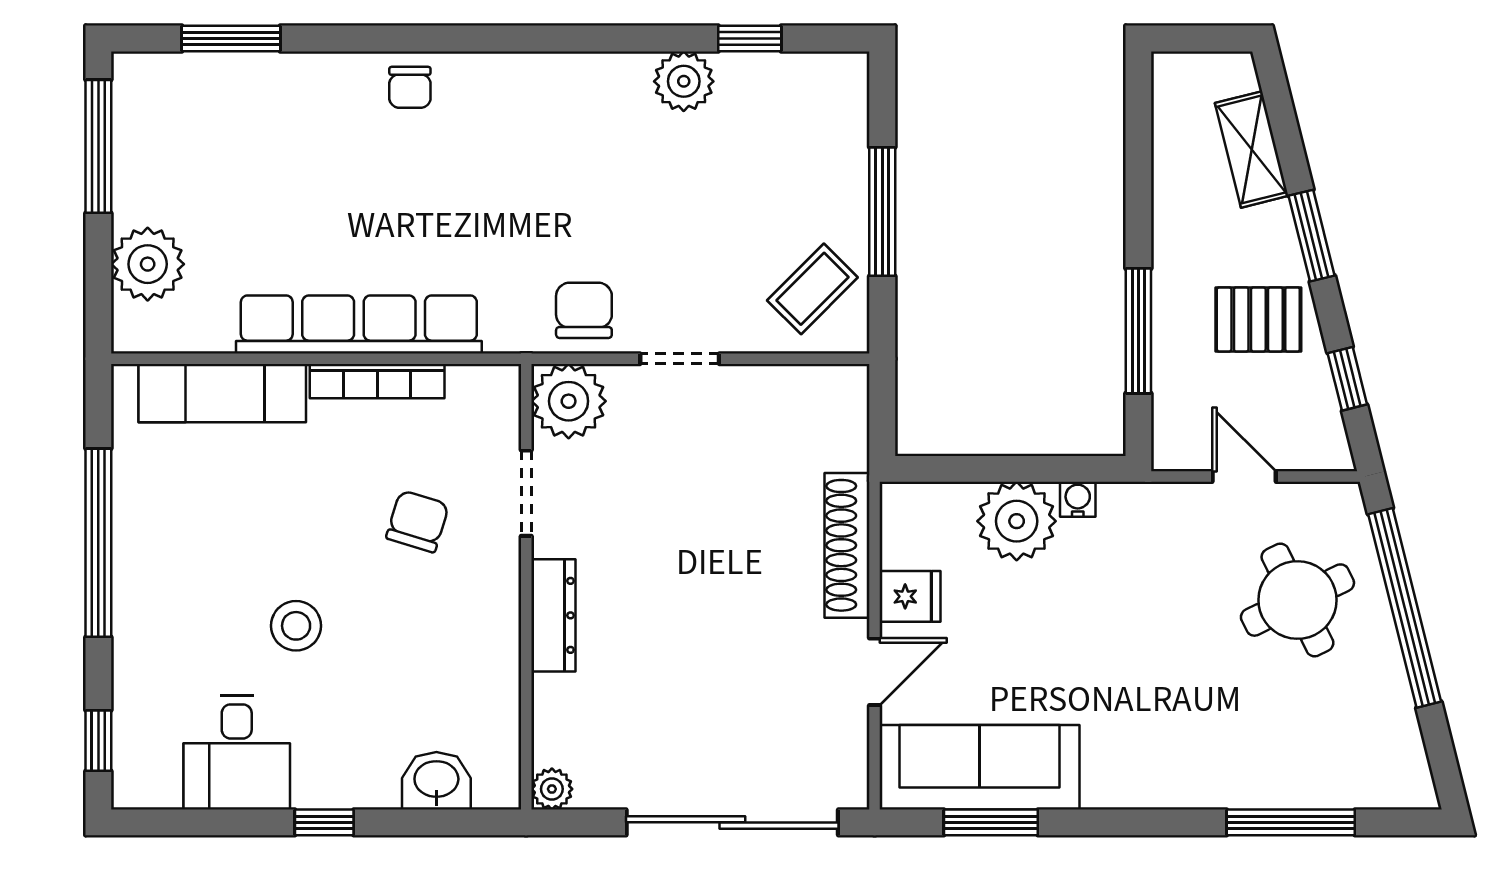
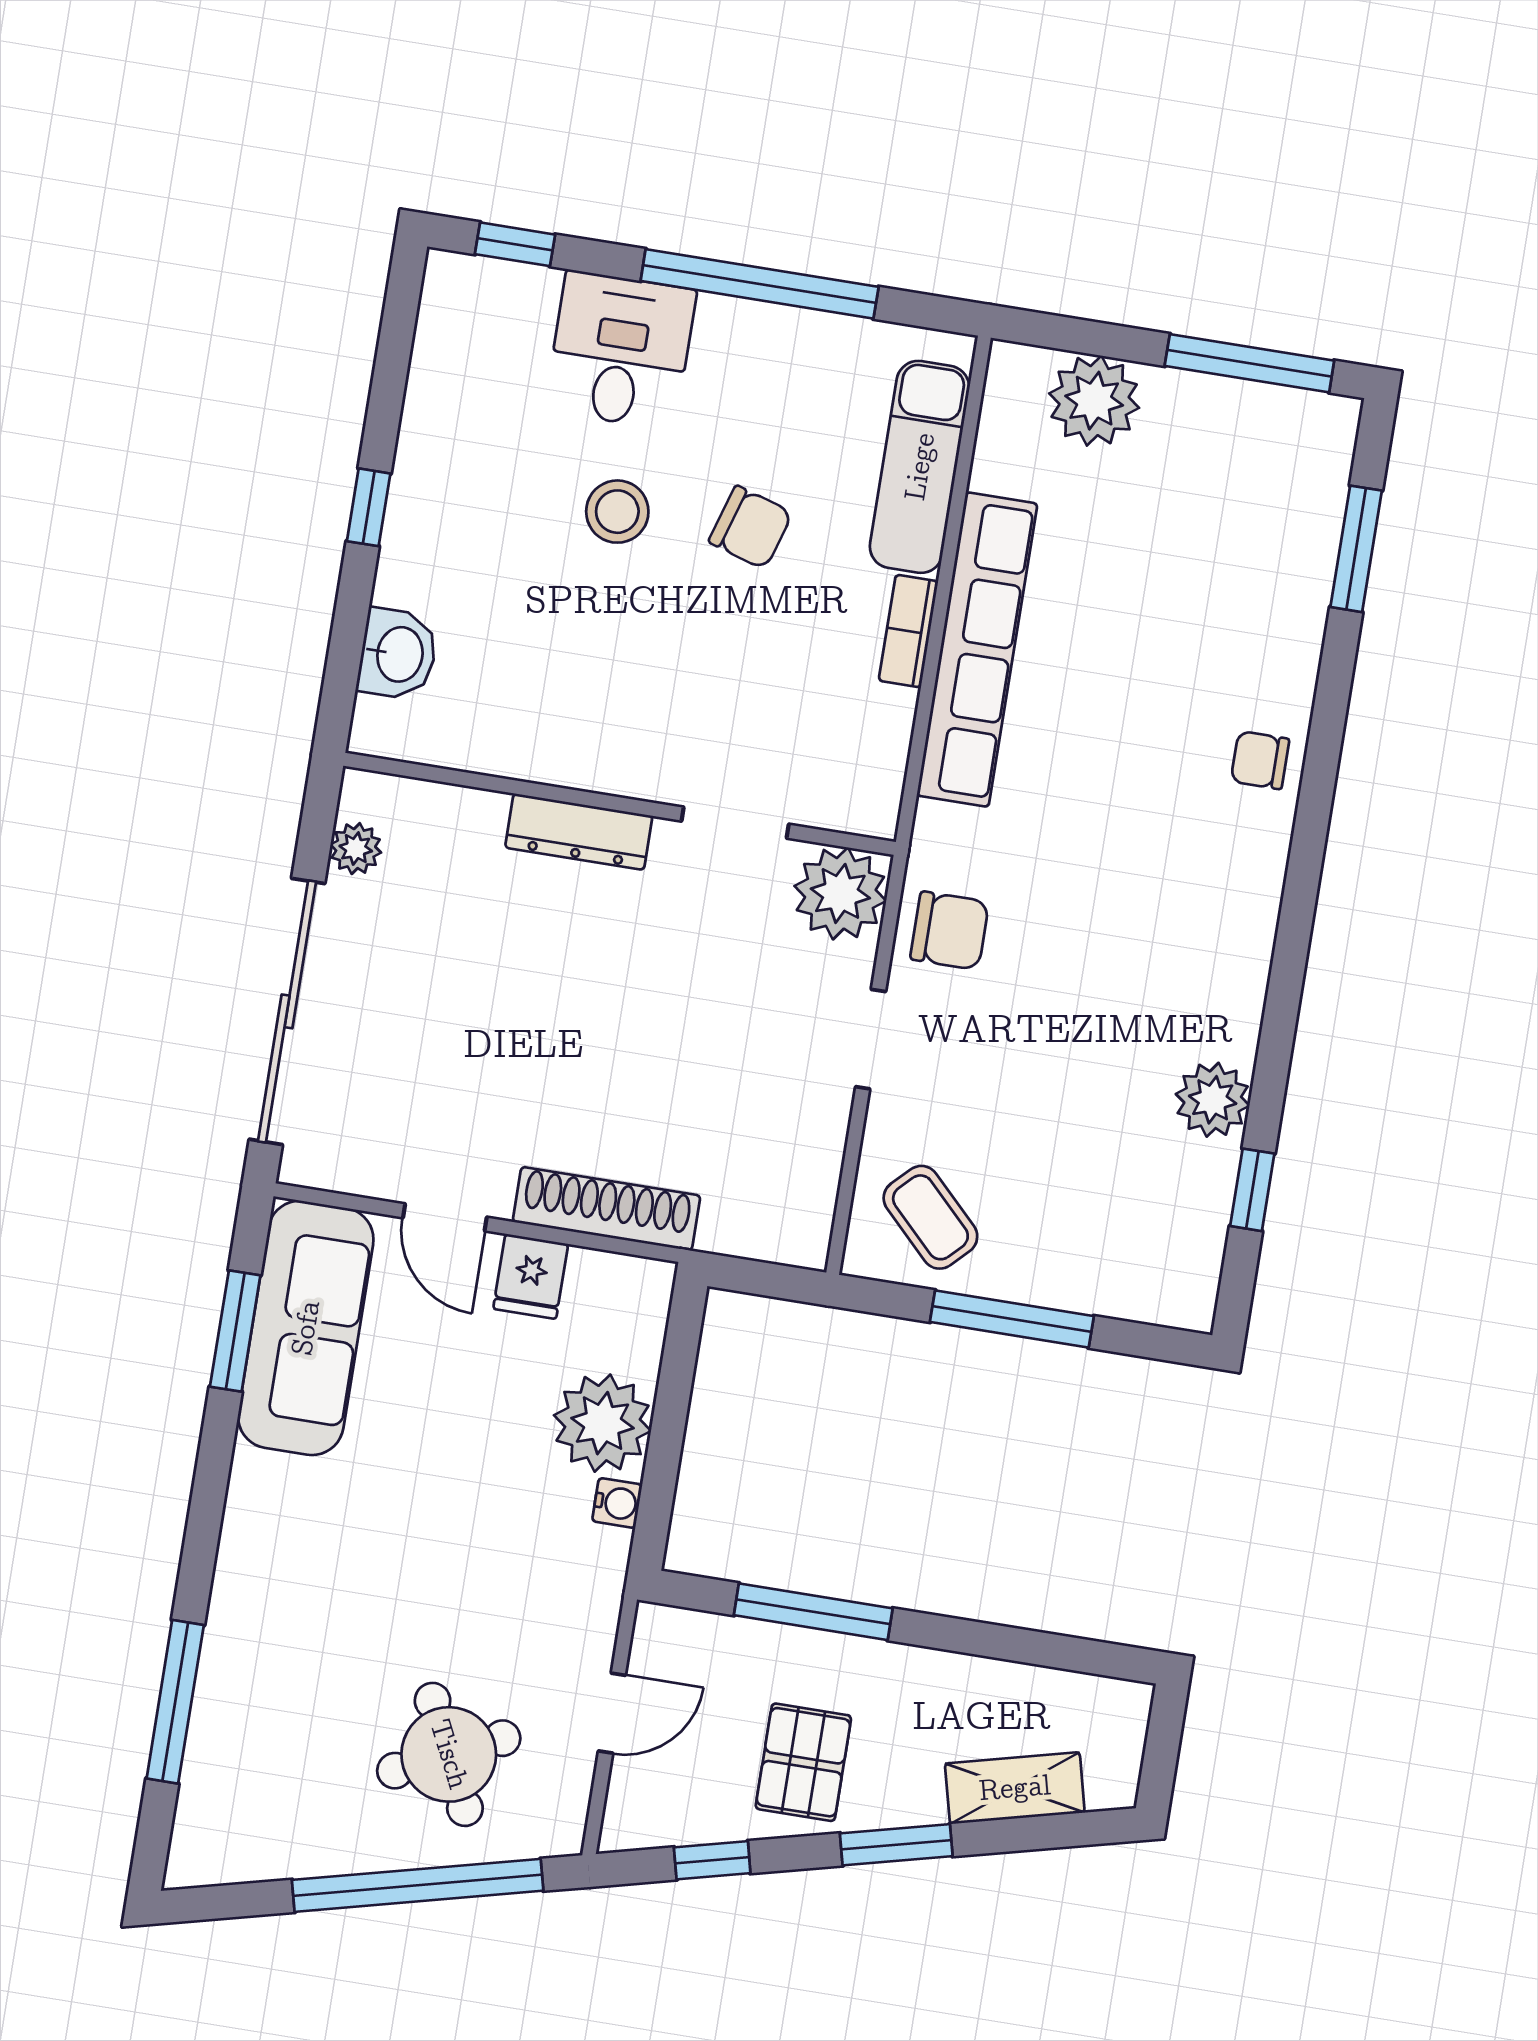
bookcase: (377, 381) -> (908, 631), width x0.64
chair: (417, 521) -> (750, 527), moved
desk: (237, 752) -> (621, 350), moved, turned 90
plant: (552, 789) -> (356, 849), moved

